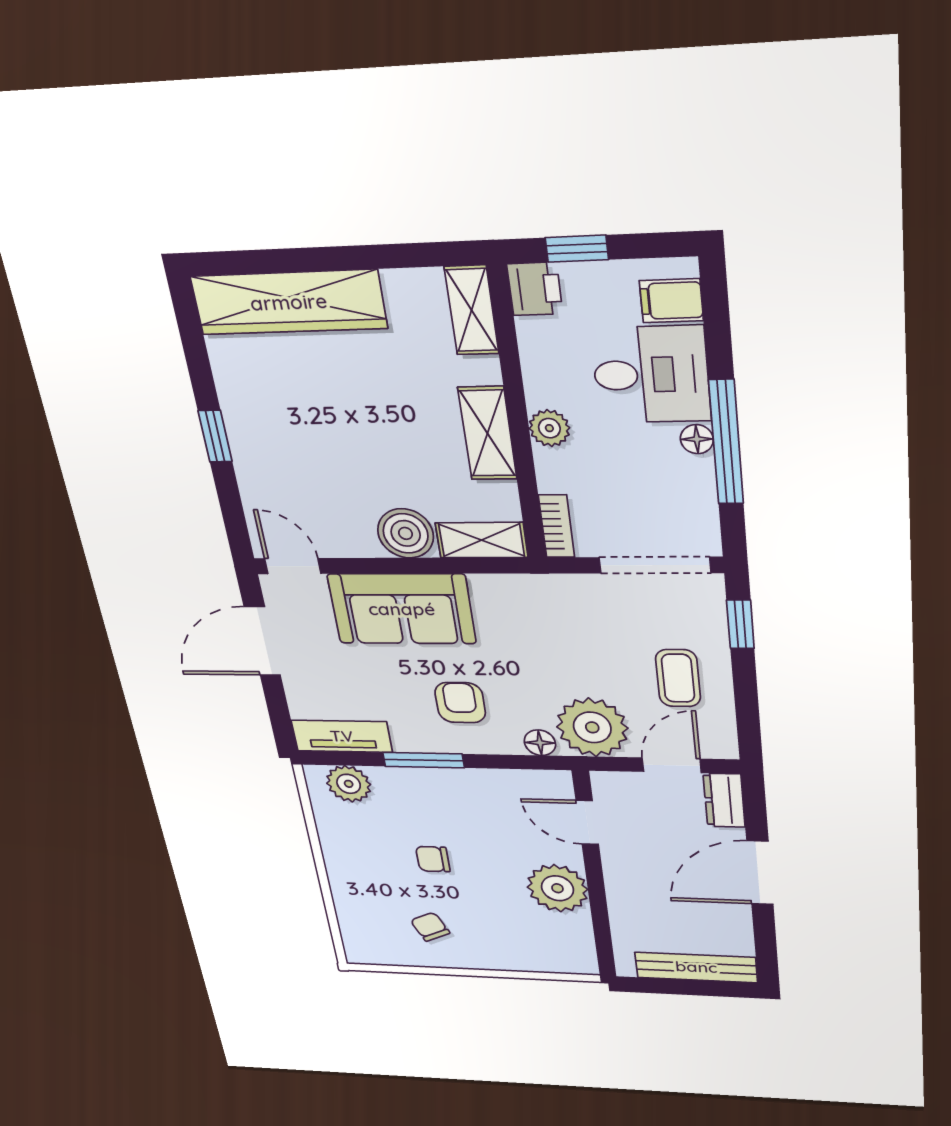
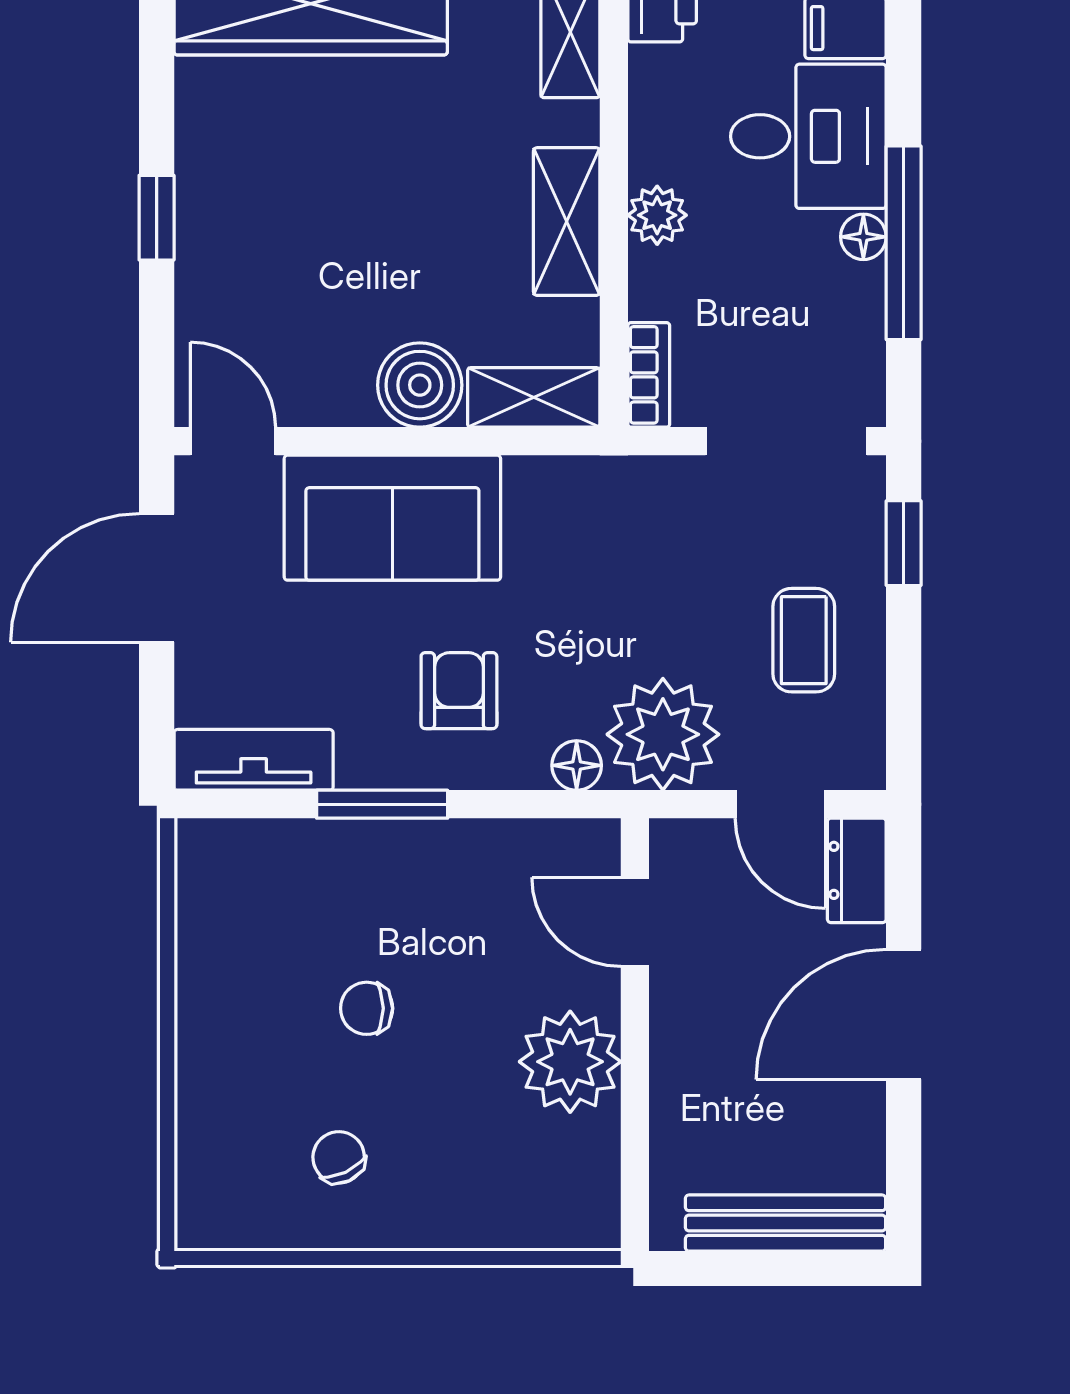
door: (672, 765) -> (780, 804), swing flipped
plant: (349, 784) -> (248, 856), removed

